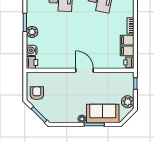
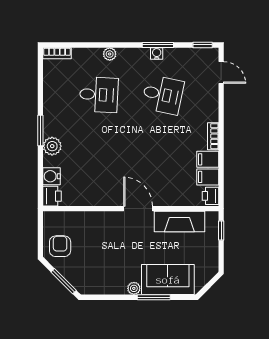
fireplace: (110, 78) -> (179, 221), added
plant: (128, 102) -> (209, 260), removed

